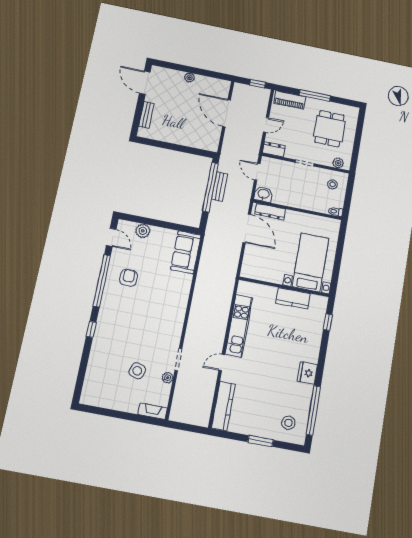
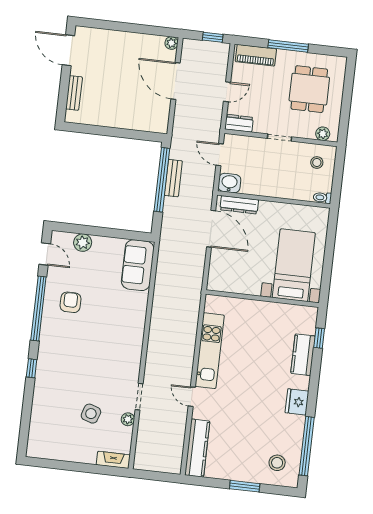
plant: (190, 77) -> (171, 43), moved
kitchen counter: (293, 298) -> (303, 355), moved, turned 90
door: (222, 363) -> (192, 397), hinge flipped

